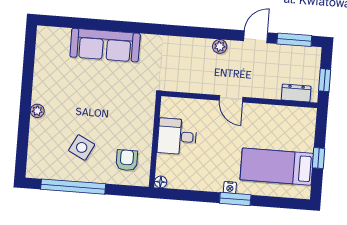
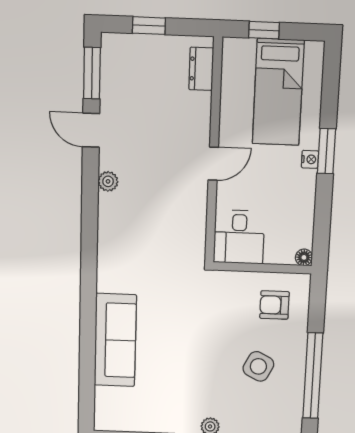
dresser: (296, 93) -> (201, 69), moved
door: (231, 99) -> (213, 164), moved
wall: (239, 99) -> (214, 152), moved

